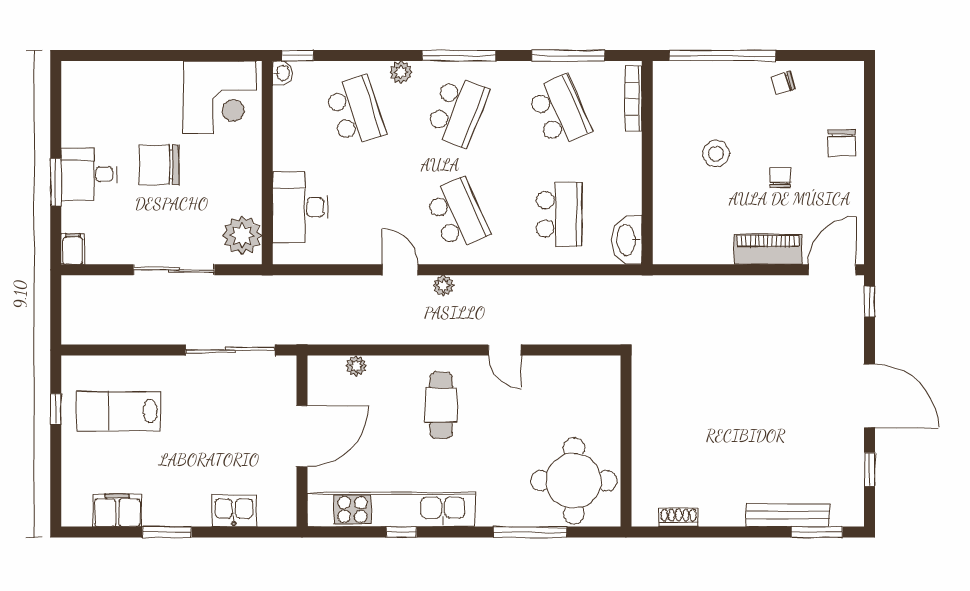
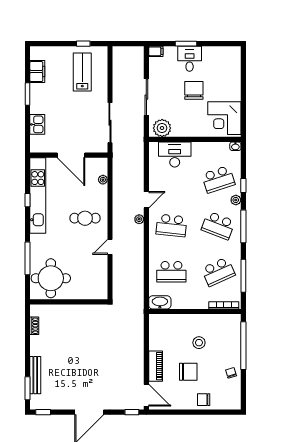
window: (298, 56) -> (243, 185), moved
chair: (780, 177) -> (188, 372), width x1.87, depth x1.87
school desk: (457, 214) -> (171, 225), turned 30
window: (870, 470) -> (43, 412), moved

